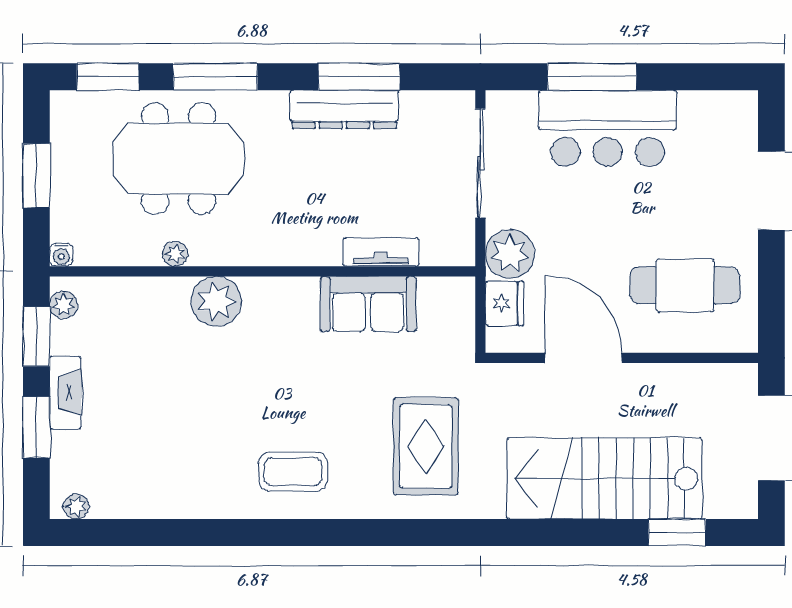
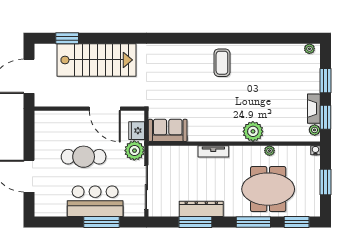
tv unit: (381, 252) -> (213, 151), moved
cafe table: (685, 285) -> (84, 157), moved
sofa: (368, 304) -> (168, 130), moved
fireplace: (65, 392) -> (314, 109), moved
rug: (426, 446) -> (168, 73), removed
coffee table: (293, 472) -> (222, 63), turned 90

